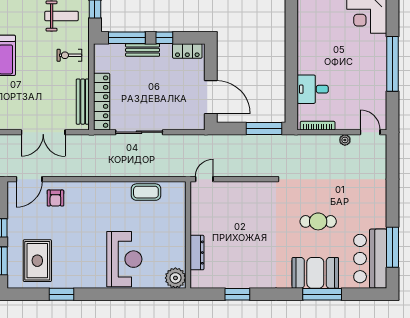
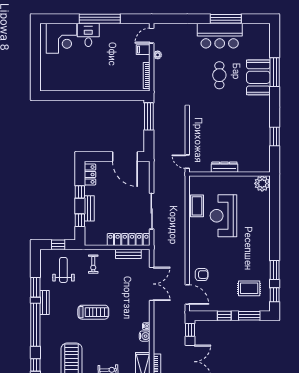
window: (127, 38) -> (80, 220), width x0.46
desk: (313, 89) -> (88, 35), moved, turned 180
door: (211, 97) -> (125, 157), swing flipped
bench: (83, 102) -> (128, 254), width x0.73
filing cabinet: (352, 121) -> (143, 50), added
window: (392, 247) -> (226, 19), moved
dresser: (197, 253) -> (224, 167), moved
reception desk: (124, 259) -> (223, 216), moved, turned -90
bar counter: (370, 259) -> (220, 36), moved
rug: (37, 261) -> (249, 288), width x0.73, depth x0.70
window: (29, 294) -> (275, 295), added

